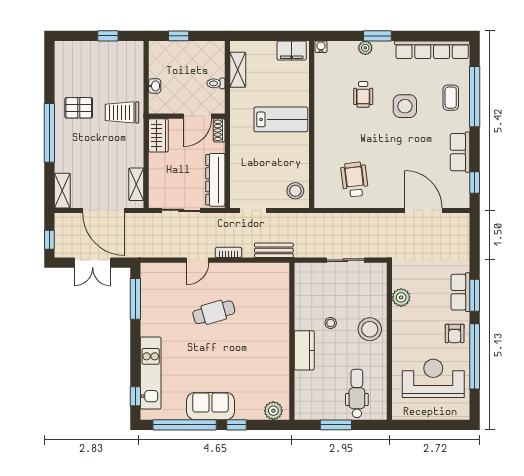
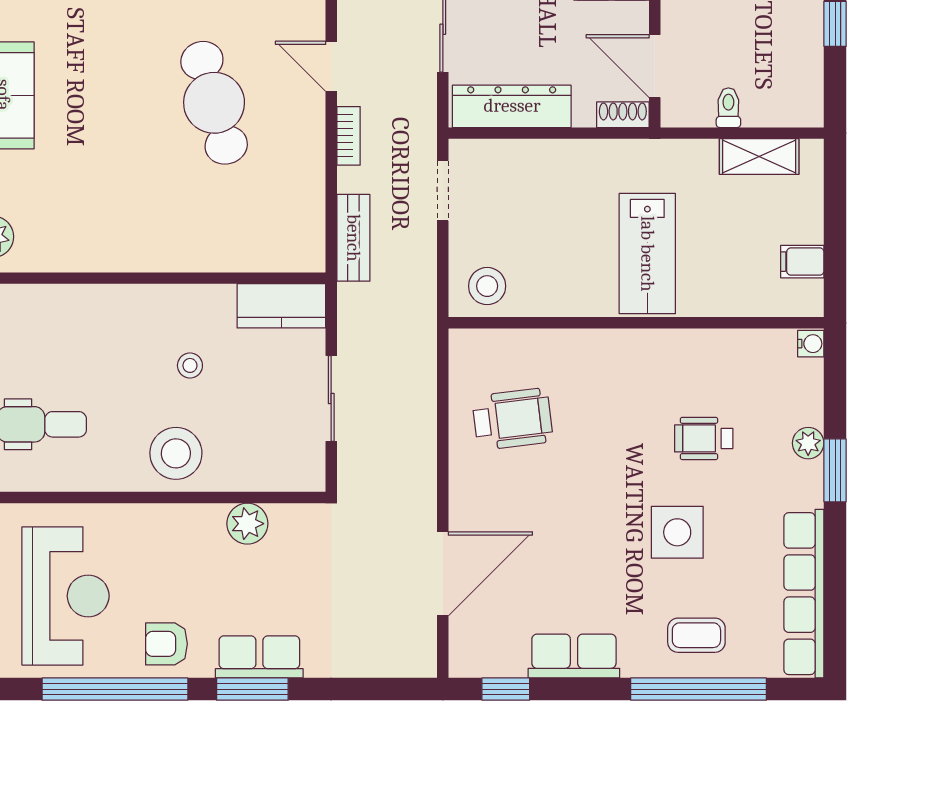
filing cabinet: (292, 50) -> (802, 262), width x0.50
cafe table: (214, 312) -> (214, 103), width x1.37, depth x1.35
kitchen counter: (304, 350) -> (281, 306), moved

